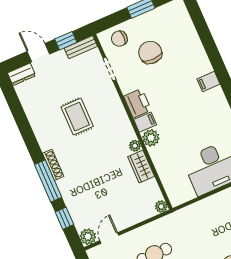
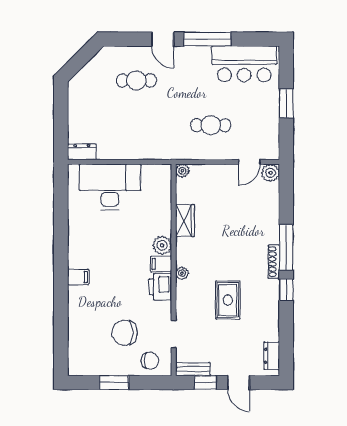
chair: (150, 52) -> (125, 333), turned 90
dresser: (22, 74) -> (272, 356), moved, turned -90
plant: (135, 146) -> (182, 273), moved
window: (64, 218) -> (286, 290), moved

